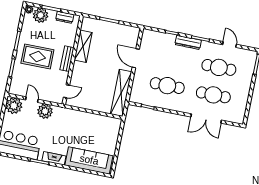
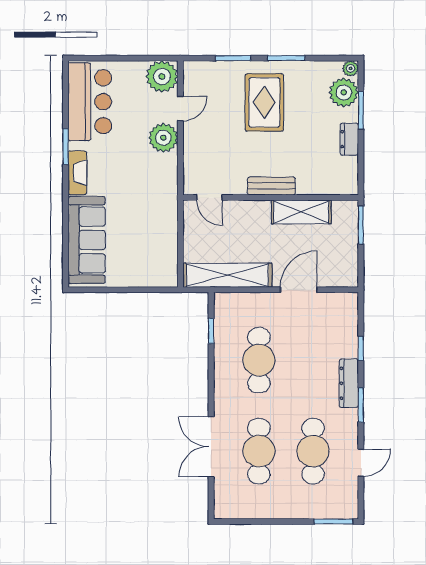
shelving: (83, 46) -> (301, 212), moved
bench: (67, 59) -> (271, 186), moved
wall: (73, 60) -> (271, 198), moved
door: (66, 91) -> (209, 198), moved

